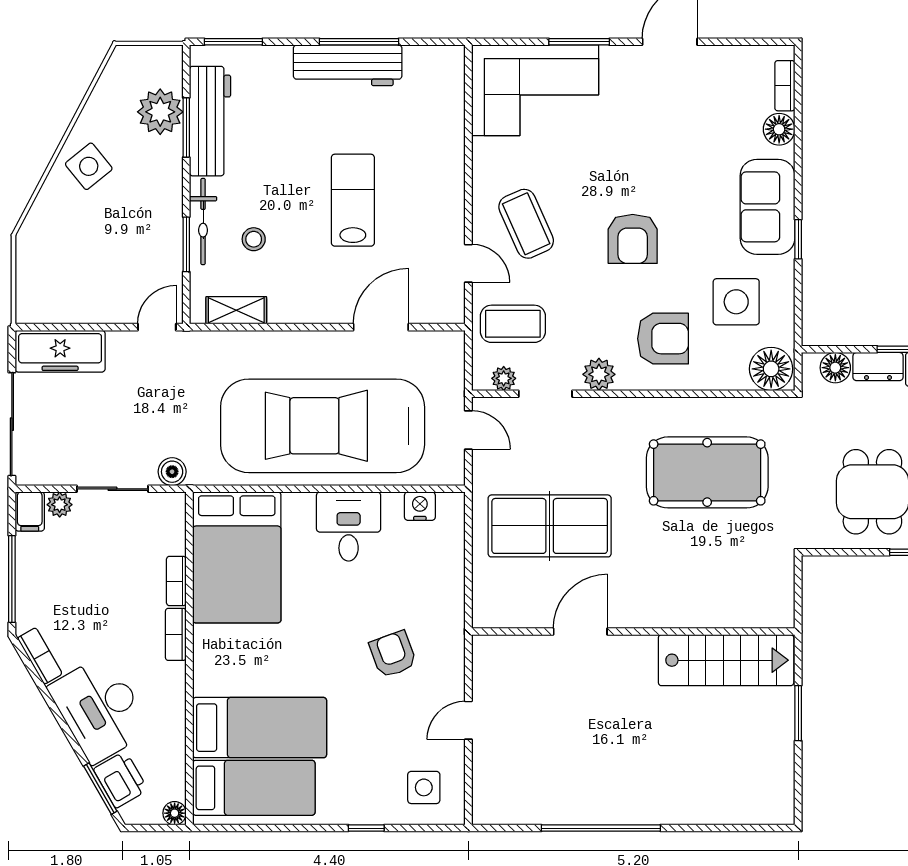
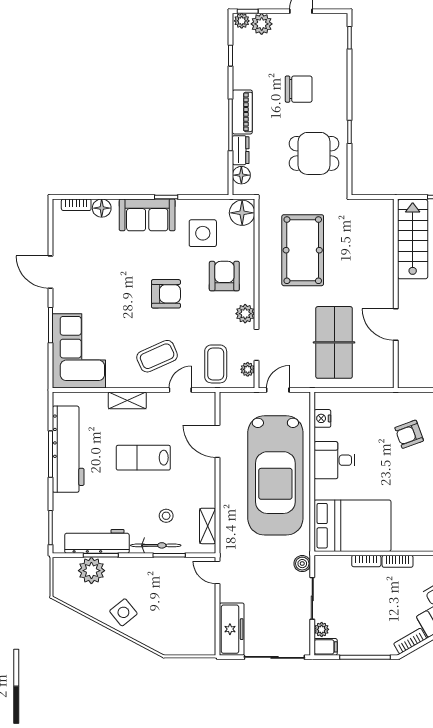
workbench: (348, 65) -> (68, 449), width x1.36, depth x1.32
shelving: (451, 173) -> (127, 400), added

